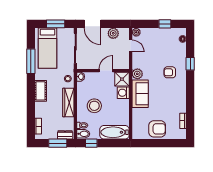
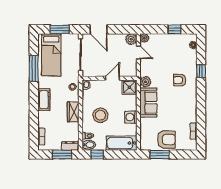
plant: (113, 33) -> (131, 39), moved
washing machine: (123, 93) -> (131, 117), moved
wardrobe: (68, 102) -> (73, 112), width x0.67
window: (151, 143) -> (159, 155), added

